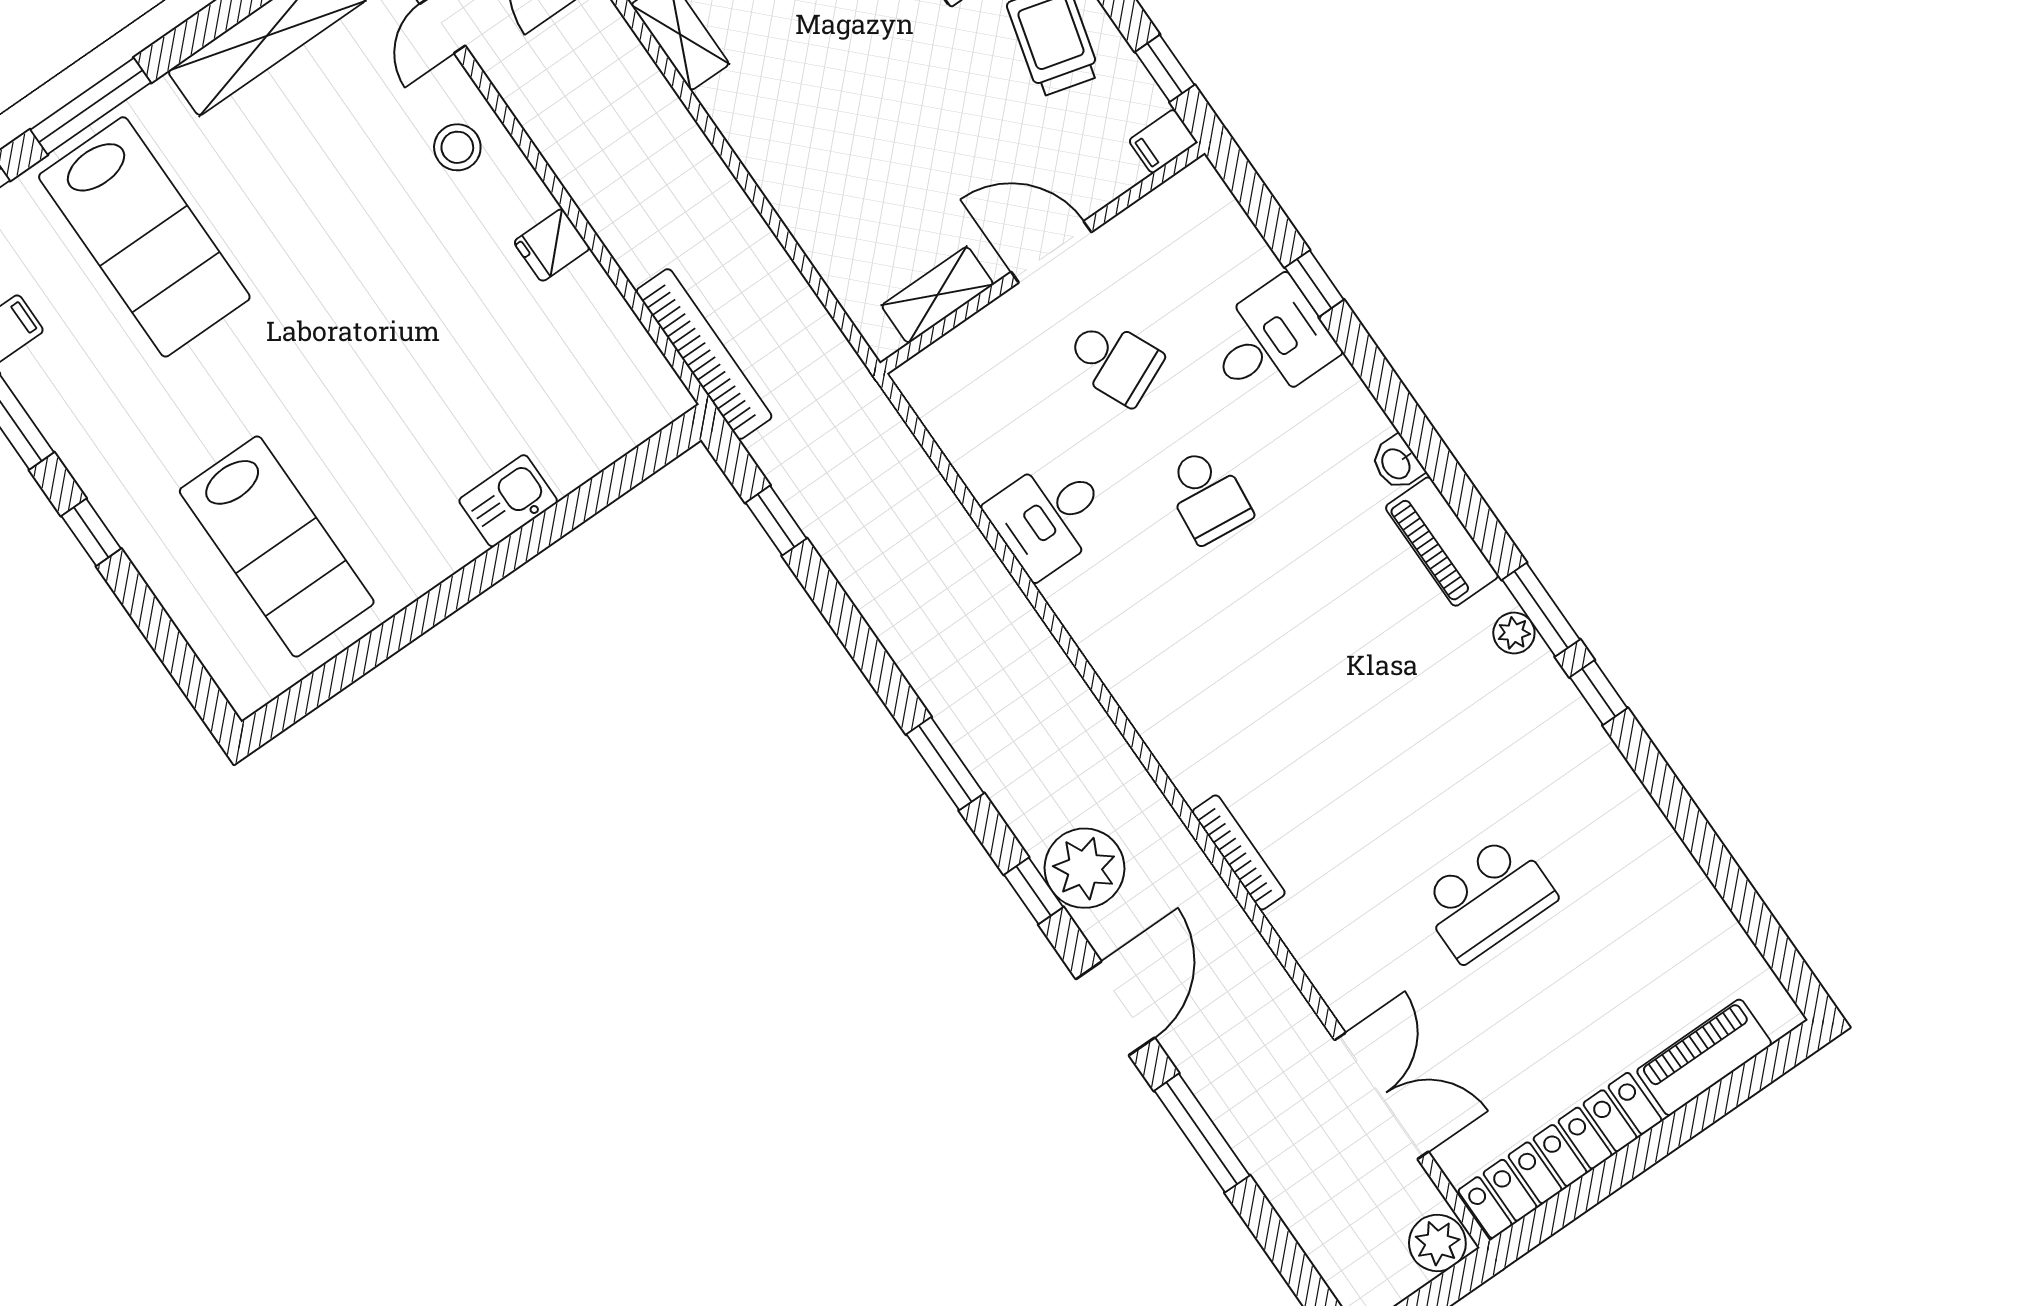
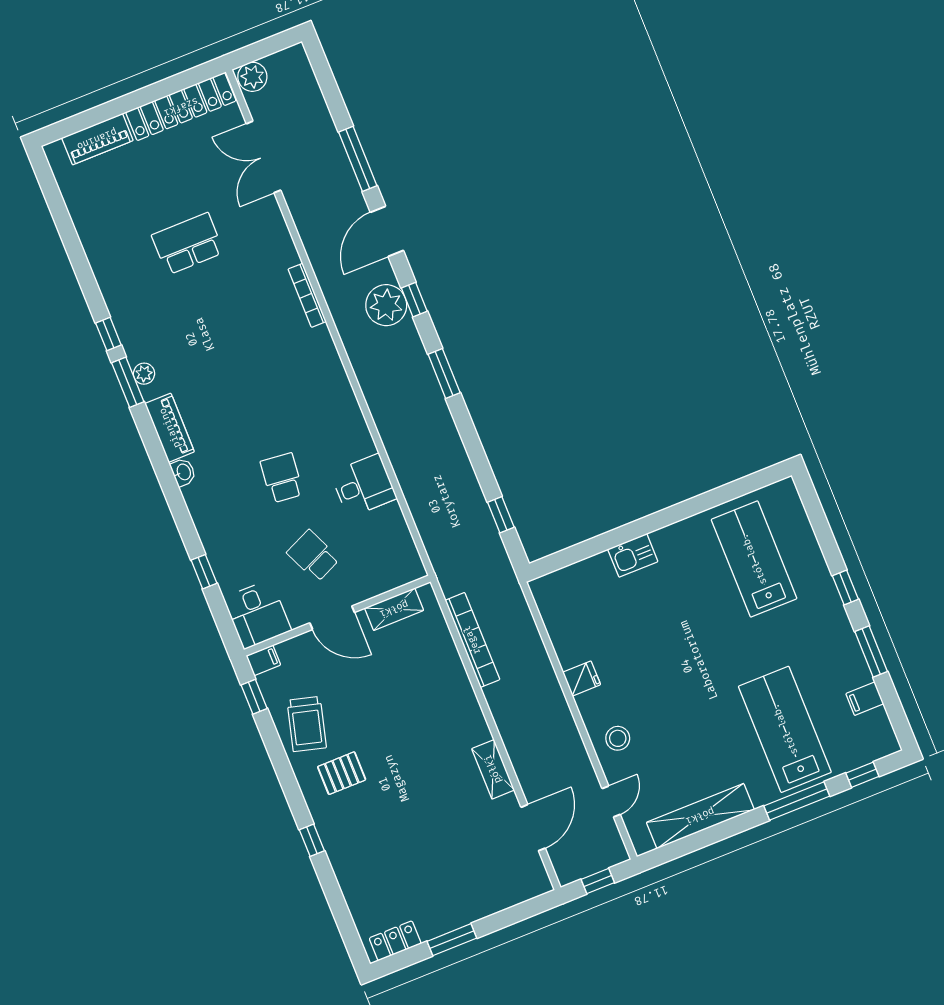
desk: (1271, 342) -> (257, 614), moved, turned -90
bookcase: (704, 354) -> (472, 640), moved, turned 180

